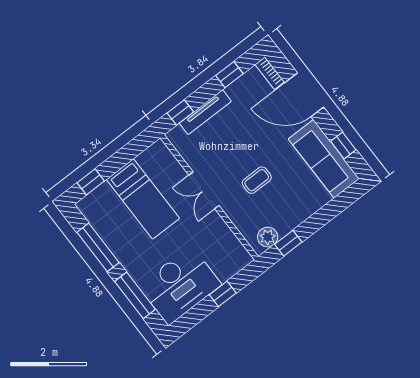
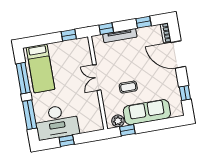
sofa: (324, 159) -> (147, 112), moved, turned 90
window: (91, 182) -> (69, 35), moved
bed: (143, 199) -> (41, 68), moved
window: (223, 294) -> (67, 141), moved

